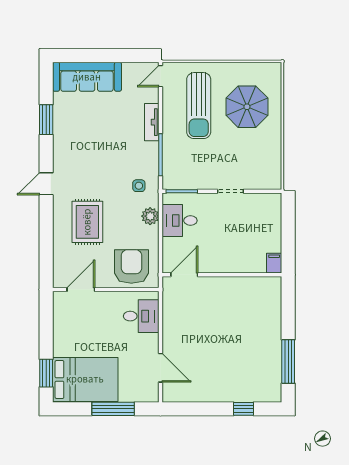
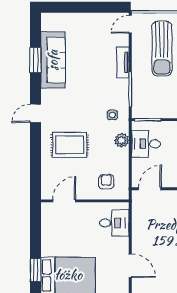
sofa: (87, 77) -> (53, 60), moved, turned -90
rug: (87, 222) -> (70, 145), turned 90
armchair: (131, 267) -> (106, 182), width x0.53, depth x0.53

